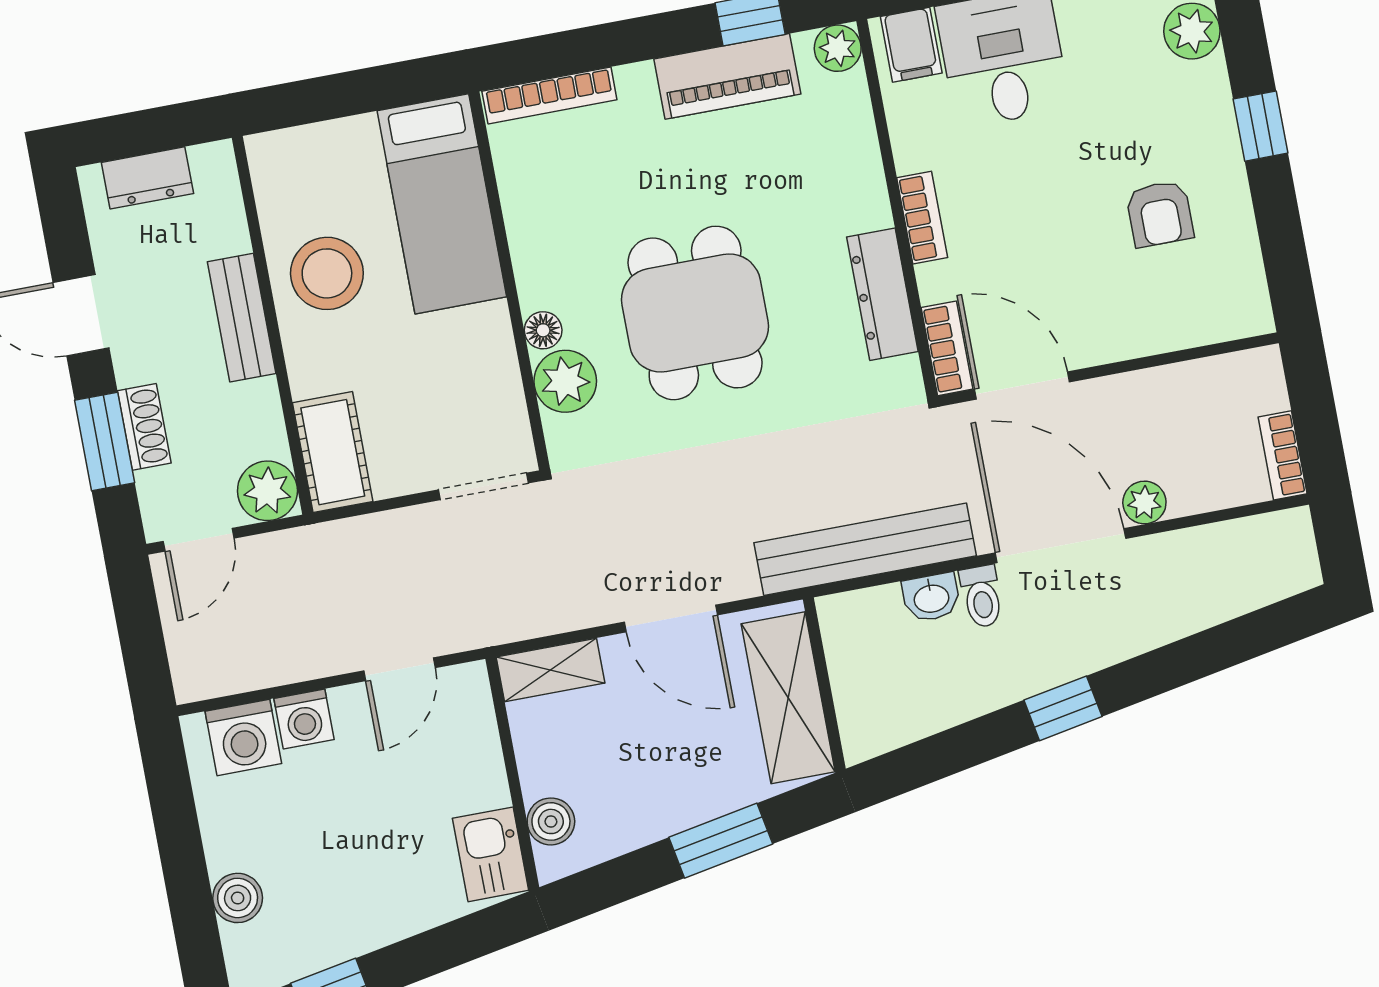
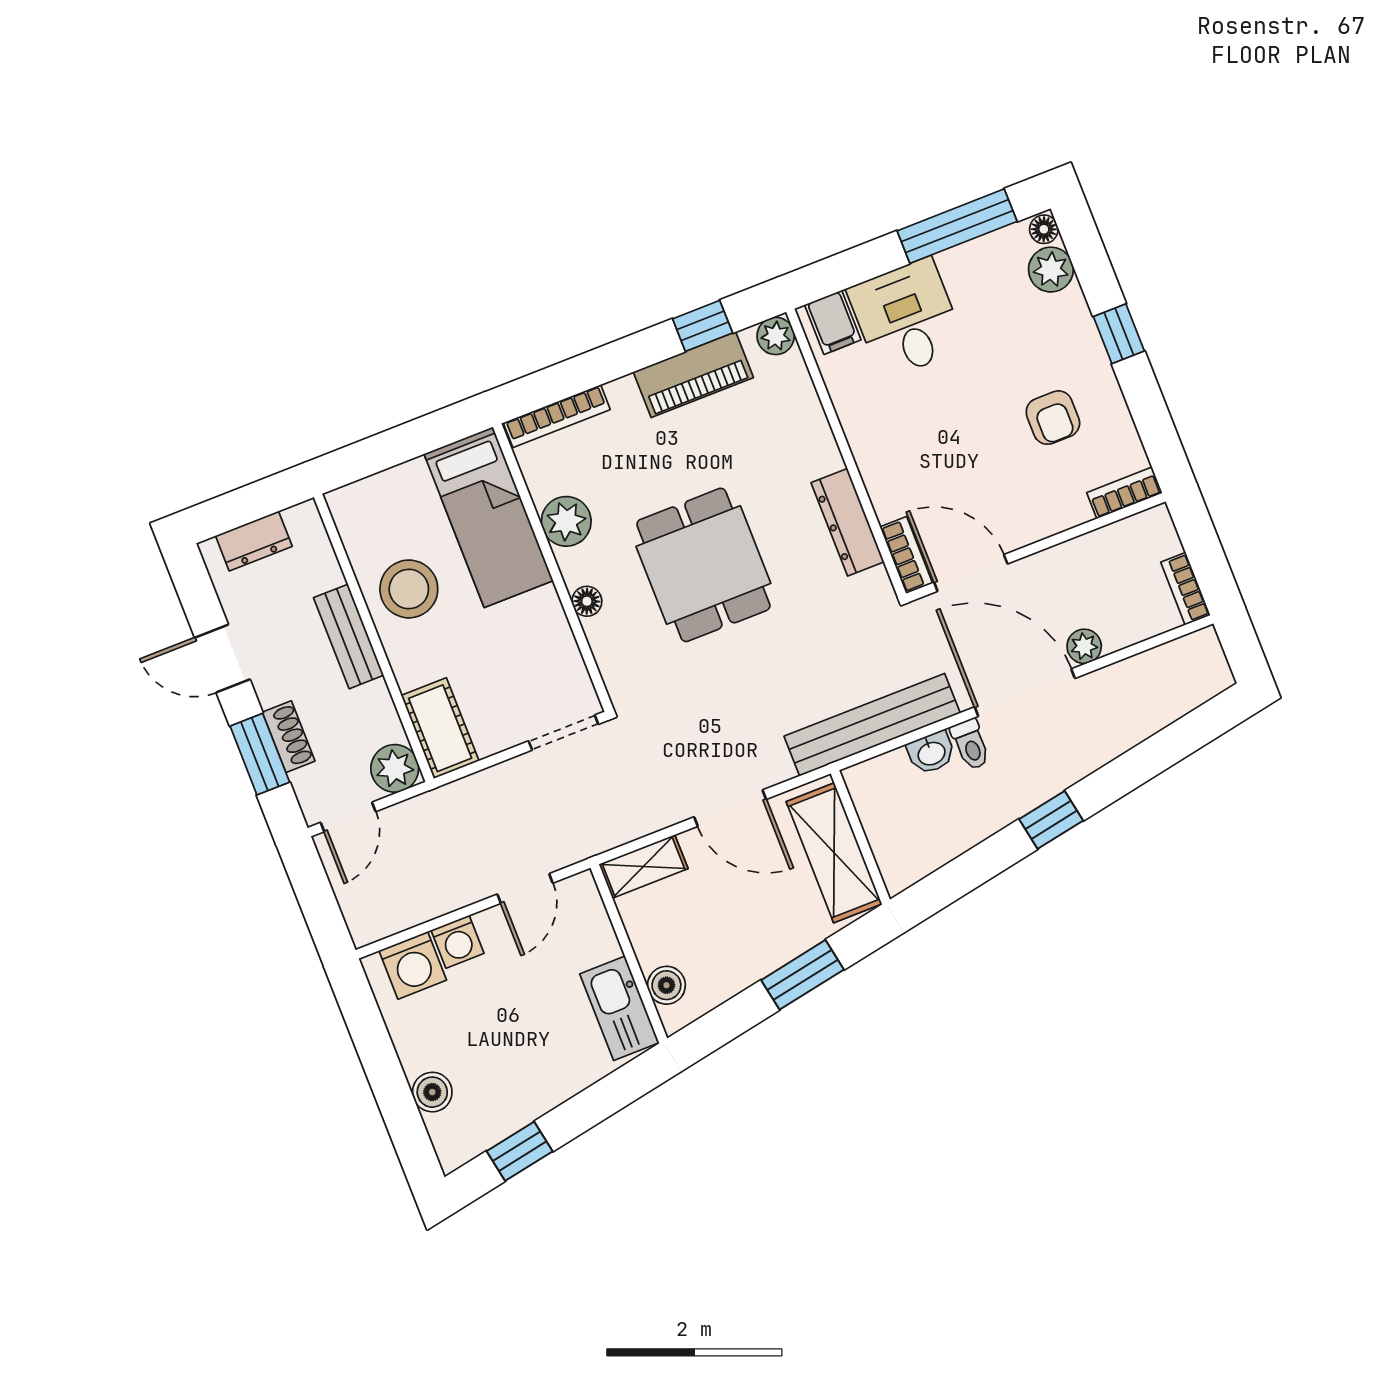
bookcase: (922, 218) -> (1125, 493), moved, turned -90
plant: (565, 381) -> (566, 521), moved
kitchen sink: (491, 854) -> (619, 1008), width x1.38

